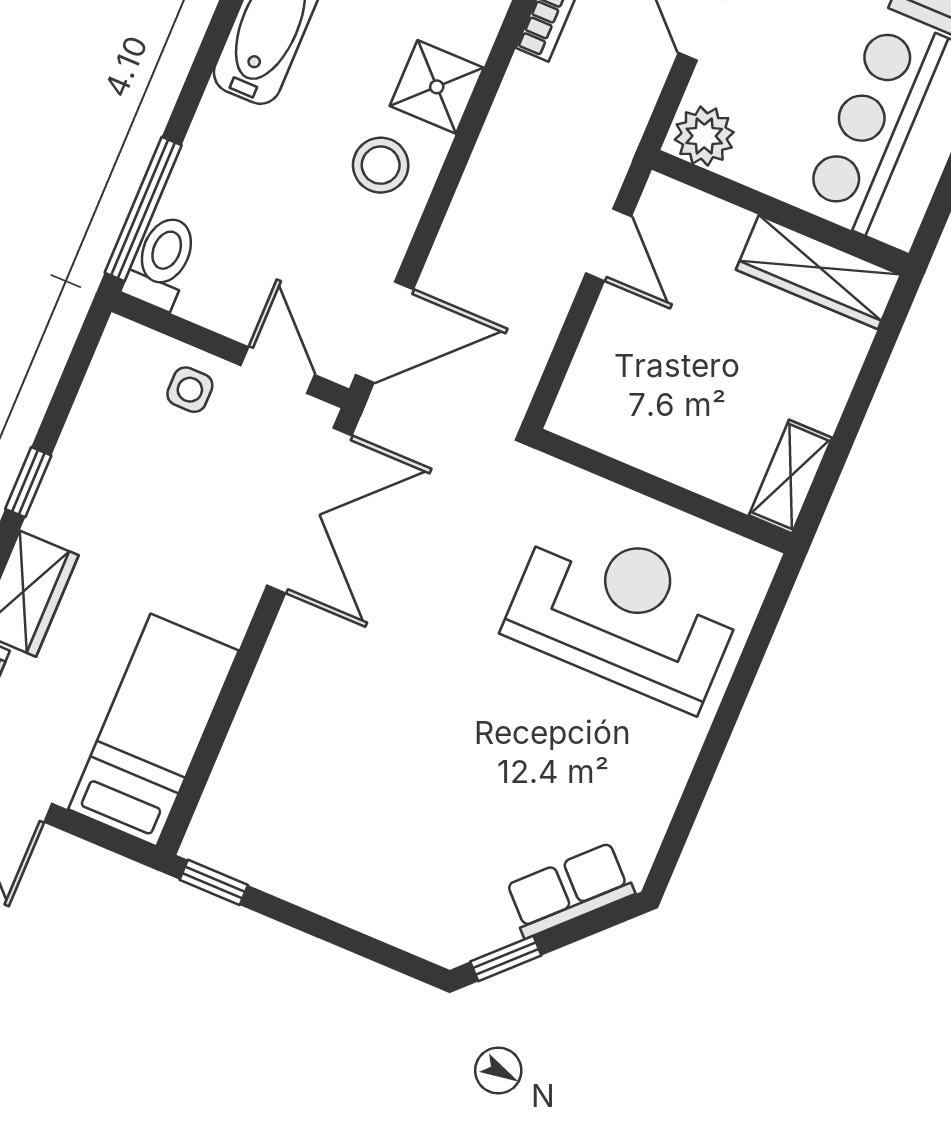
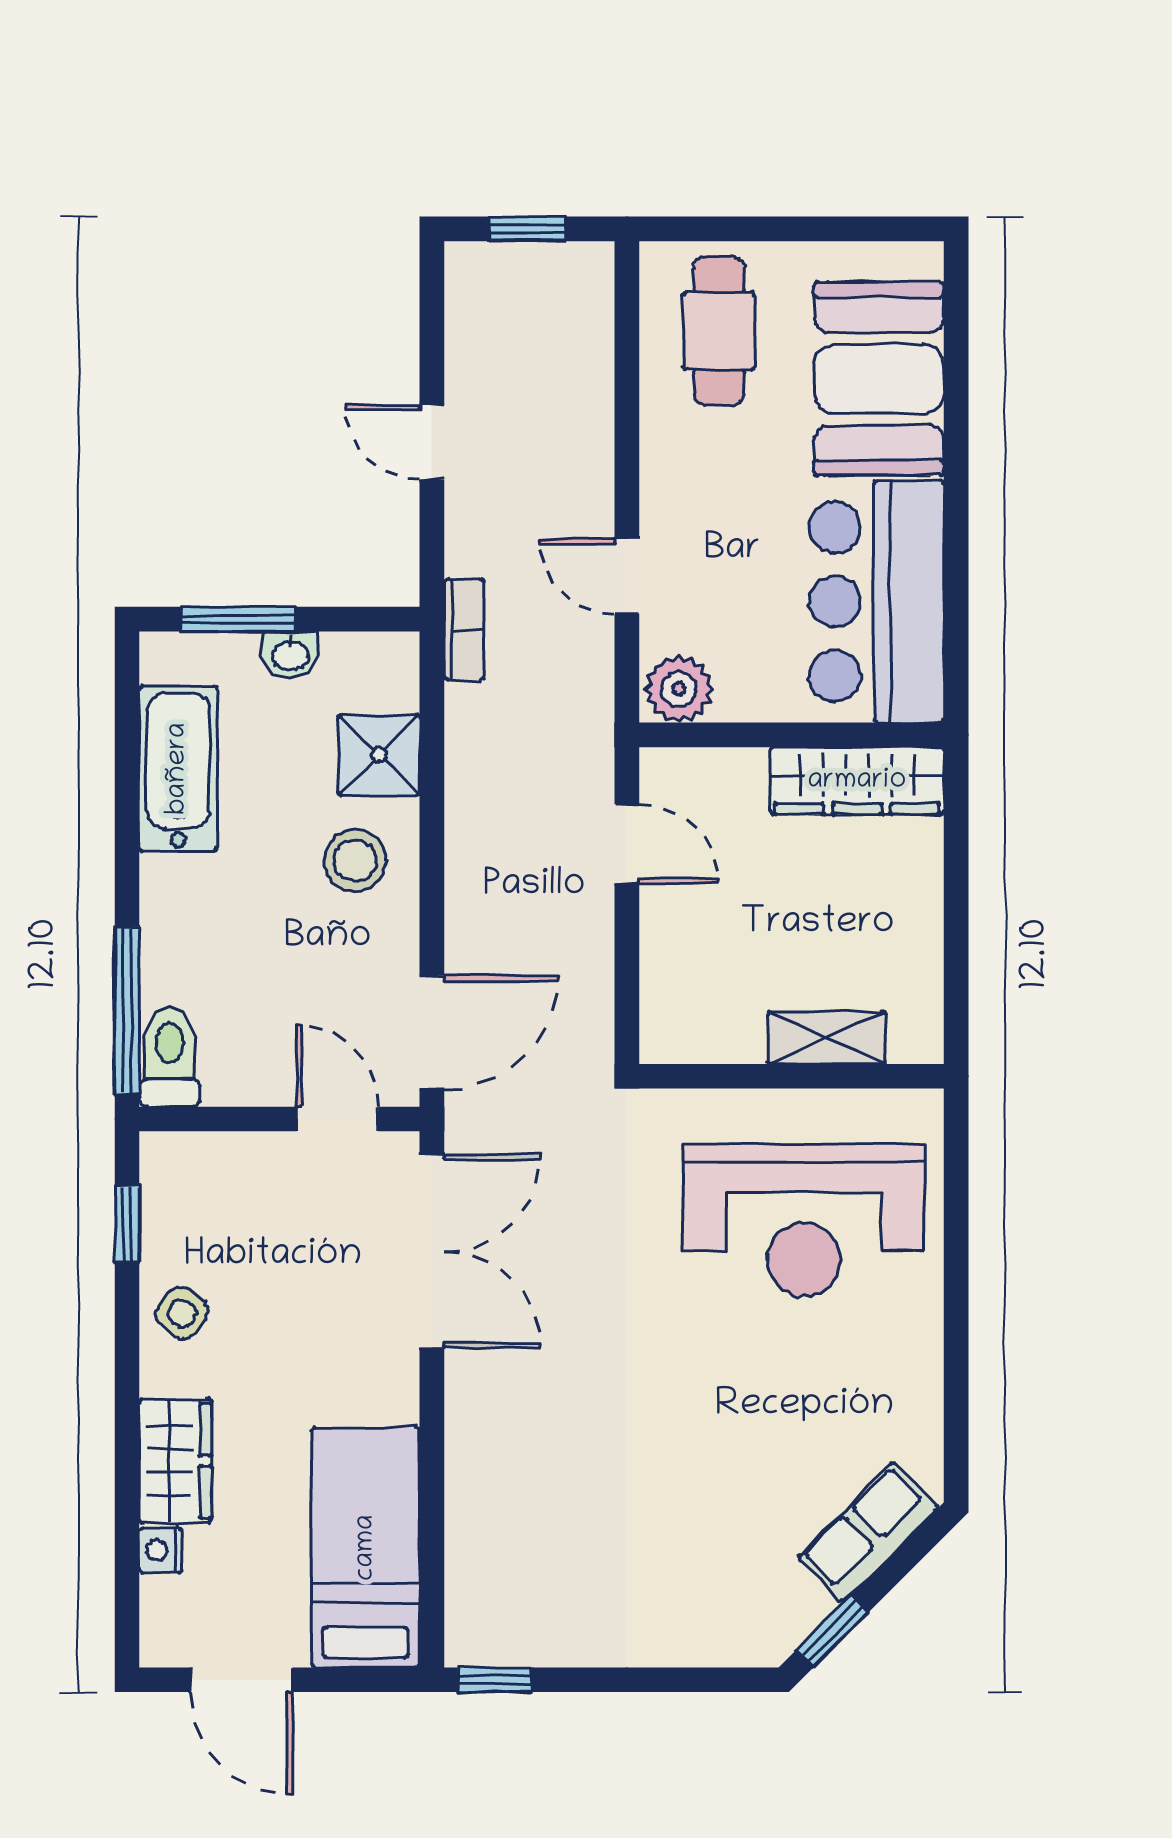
side table: (190, 390) -> (182, 1313), moved, turned 38
shelving: (791, 477) -> (827, 1038), moved, turned 90
window: (28, 482) -> (127, 1225), moved
reception desk: (624, 613) -> (804, 1220), turned 180

